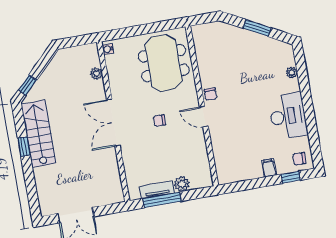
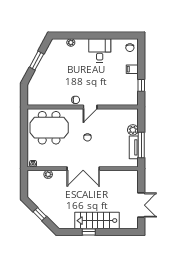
window: (27, 85) -> (40, 214), moved
desk: (288, 116) -> (100, 50), width x0.73
stairs: (39, 134) -> (97, 221), moved
window: (291, 177) -> (141, 85), moved

